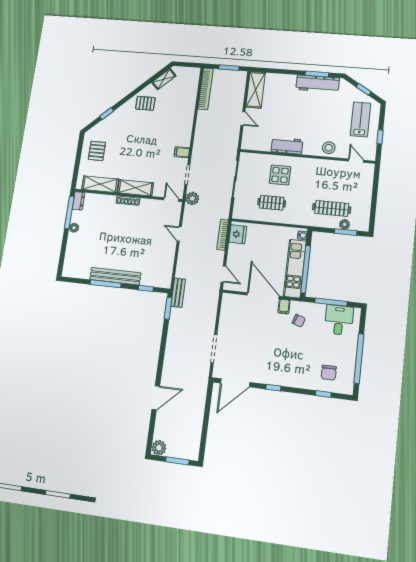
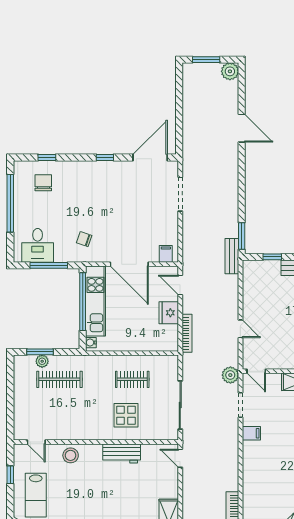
door: (243, 118) -> (180, 458), moved
fridge: (238, 234) -> (169, 313), moved
filing cabinet: (284, 307) -> (166, 254), moved
door: (156, 398) -> (242, 128), swing flipped

